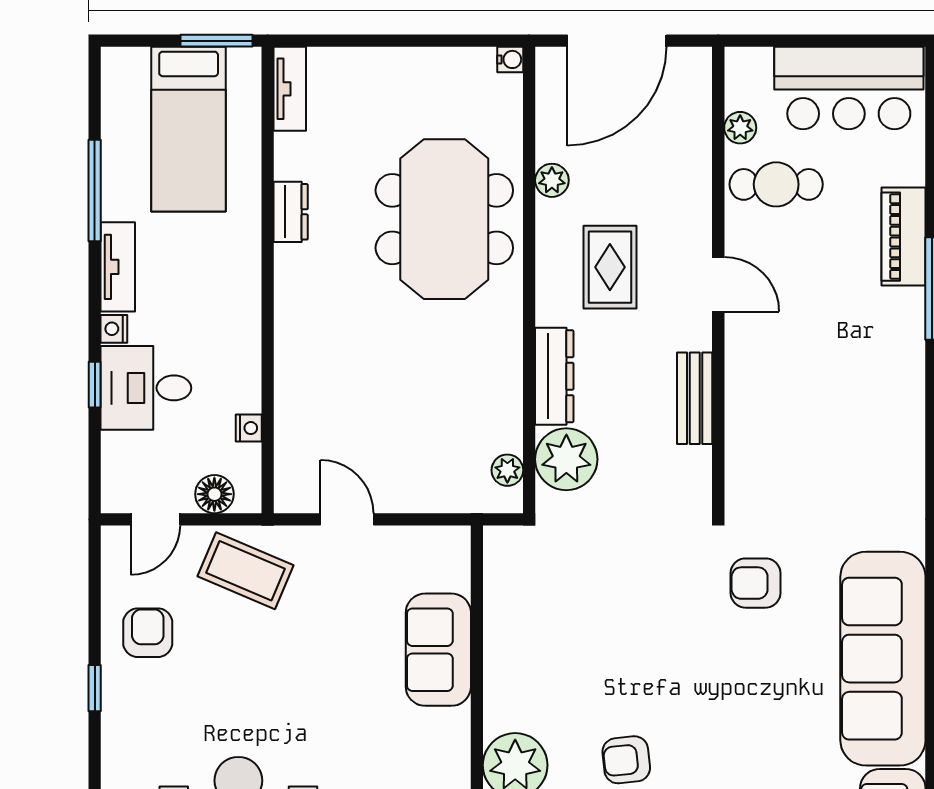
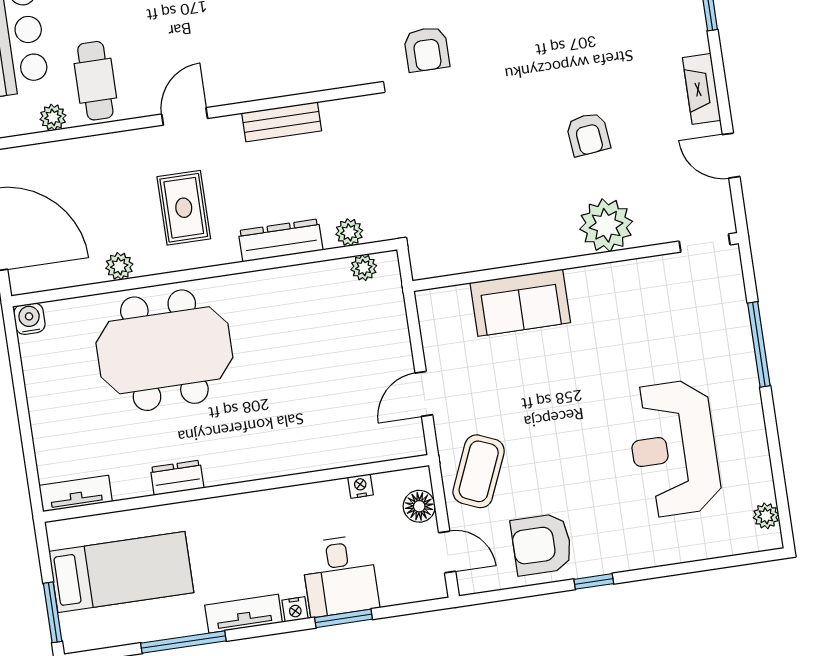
window: (216, 41) -> (53, 612), moved
water cooler: (510, 59) -> (29, 319), width x1.38, depth x1.38
rug: (610, 267) -> (184, 208), turned 90
window: (95, 385) -> (344, 618), width x1.50
plant: (566, 459) -> (349, 232), width x0.53, depth x0.53
armchair: (148, 633) -> (542, 544), width x1.38, depth x1.38

